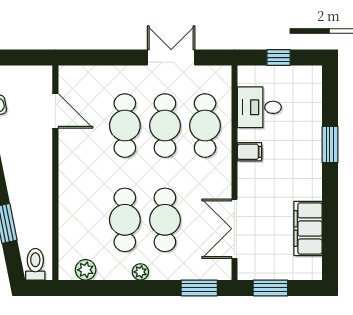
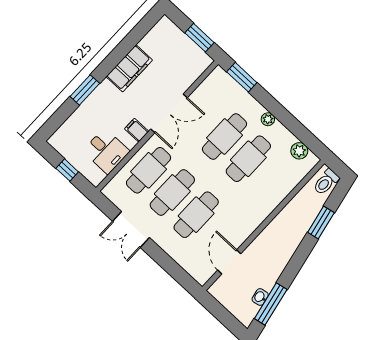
filing cabinet: (308, 228) -> (129, 68), moved
double door: (234, 229) -> (169, 113), moved

